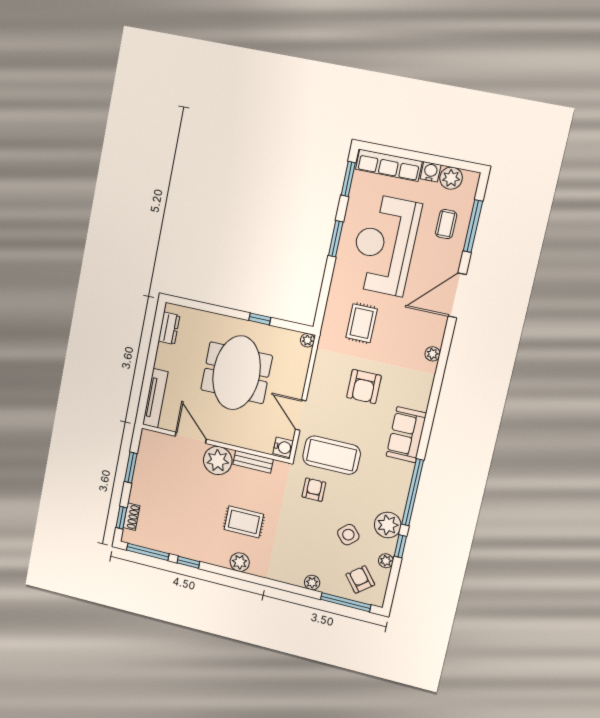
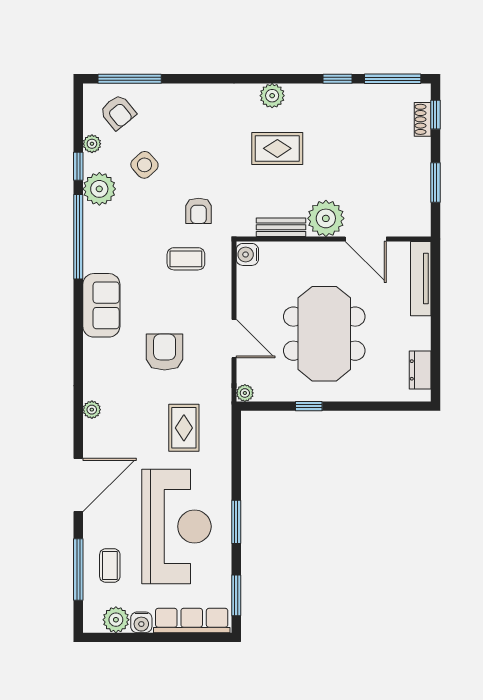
door: (301, 415) -> (234, 339), moved
coffee table: (332, 455) -> (186, 259), width x0.54, depth x0.58
plant: (312, 583) -> (176, 93), removed

